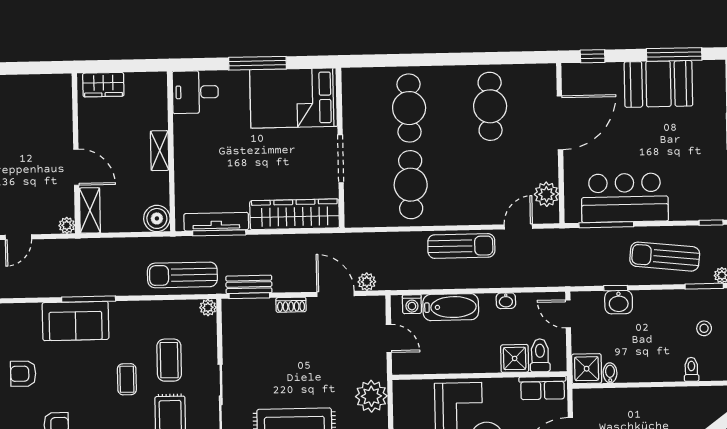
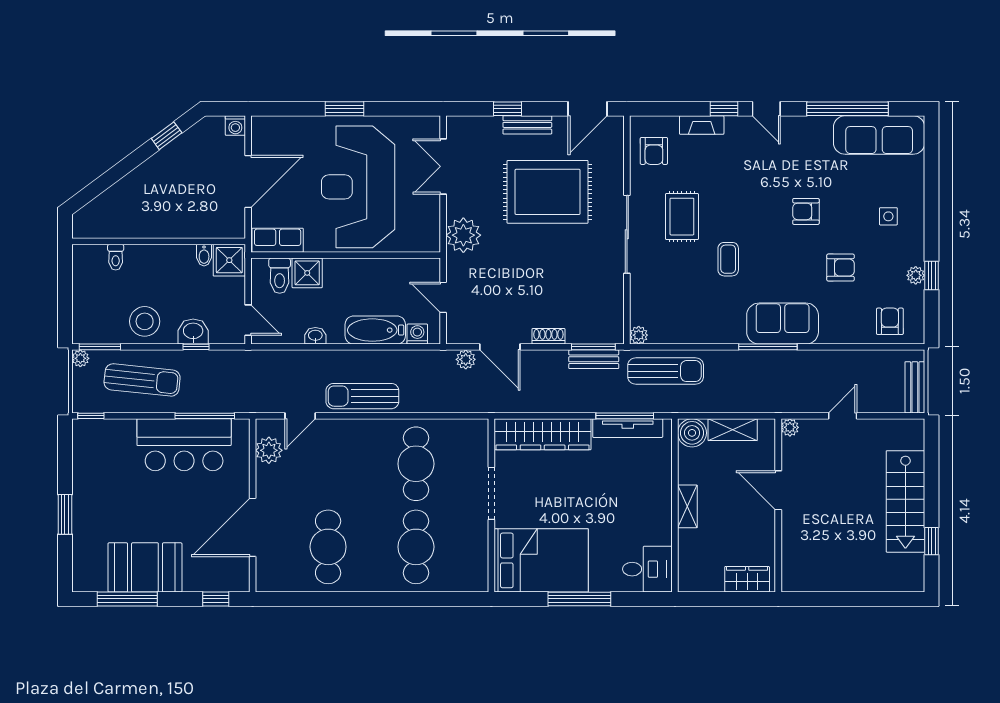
shelving: (90, 210) -> (733, 430), moved, turned 90
stool: (704, 328) -> (145, 321), moved, width x1.89, depth x1.89
coffee table: (169, 360) -> (682, 279), removed

